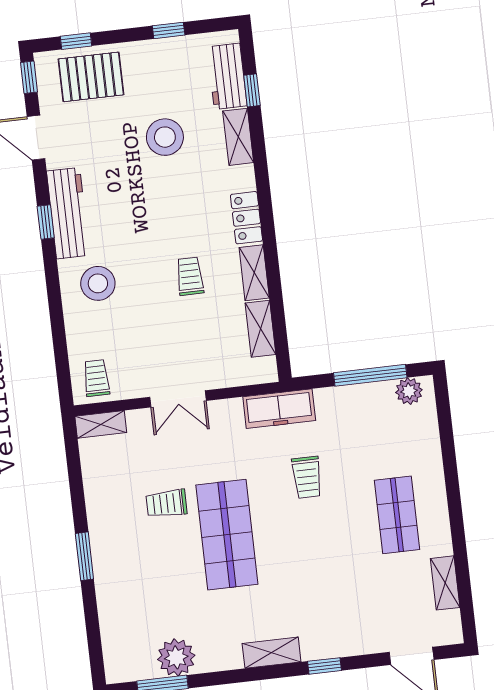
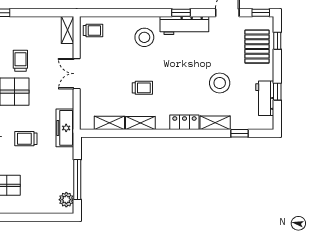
workbench: (227, 76) -> (265, 98), moved, turned -90
locker: (246, 218) -> (184, 122), moved

